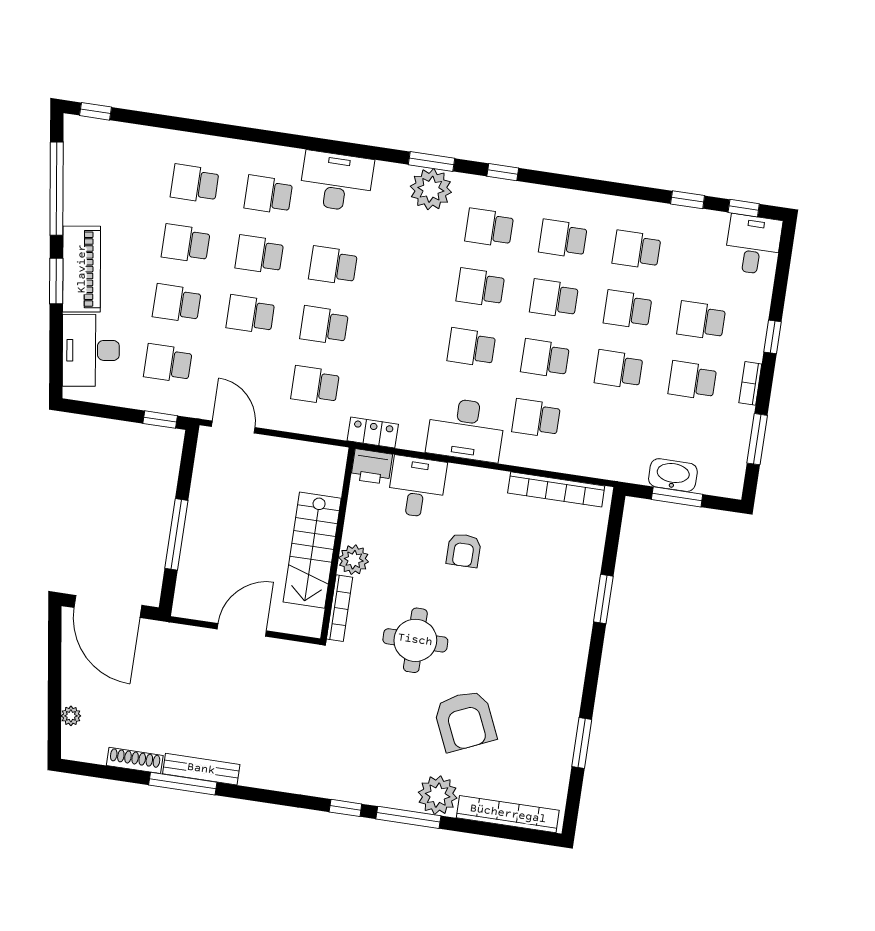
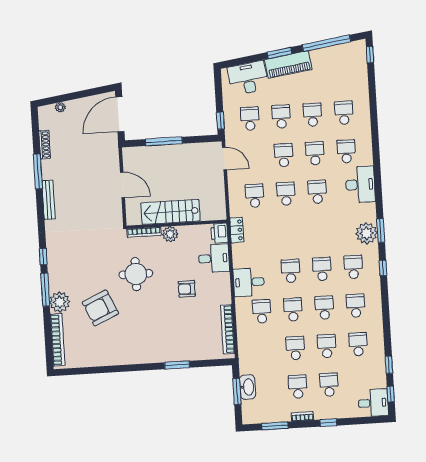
door: (233, 427) -> (224, 159), hinge flipped
desk: (466, 429) -> (249, 282), width x0.73
window: (582, 743) -> (102, 370), removed
bench: (201, 769) -> (49, 200), moved

